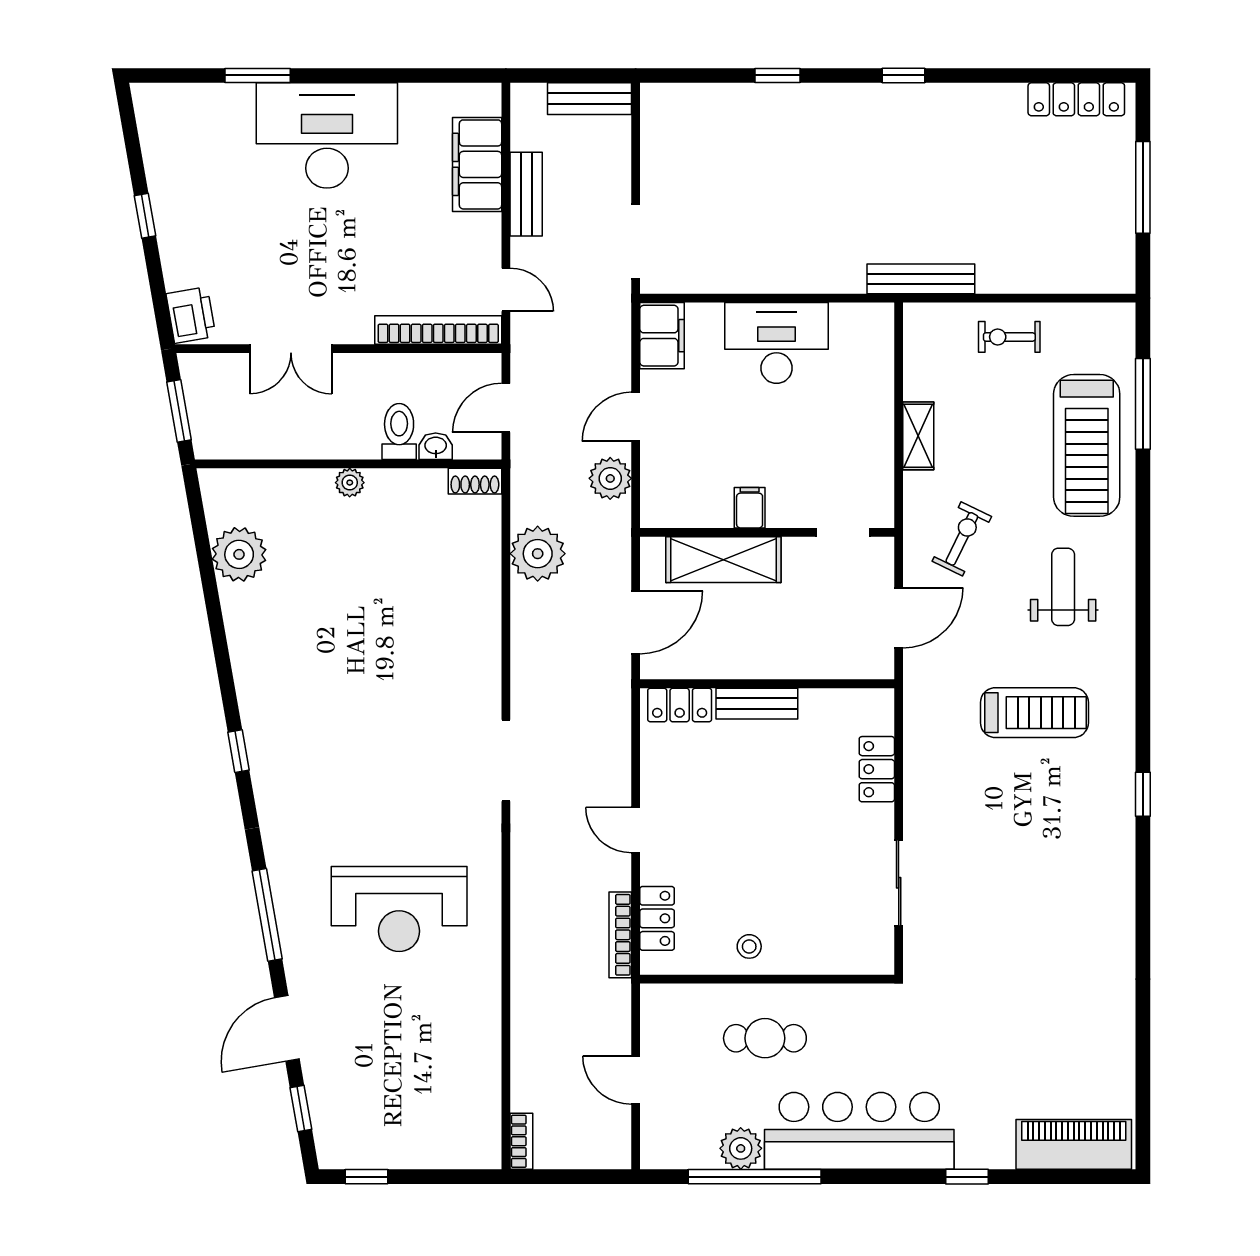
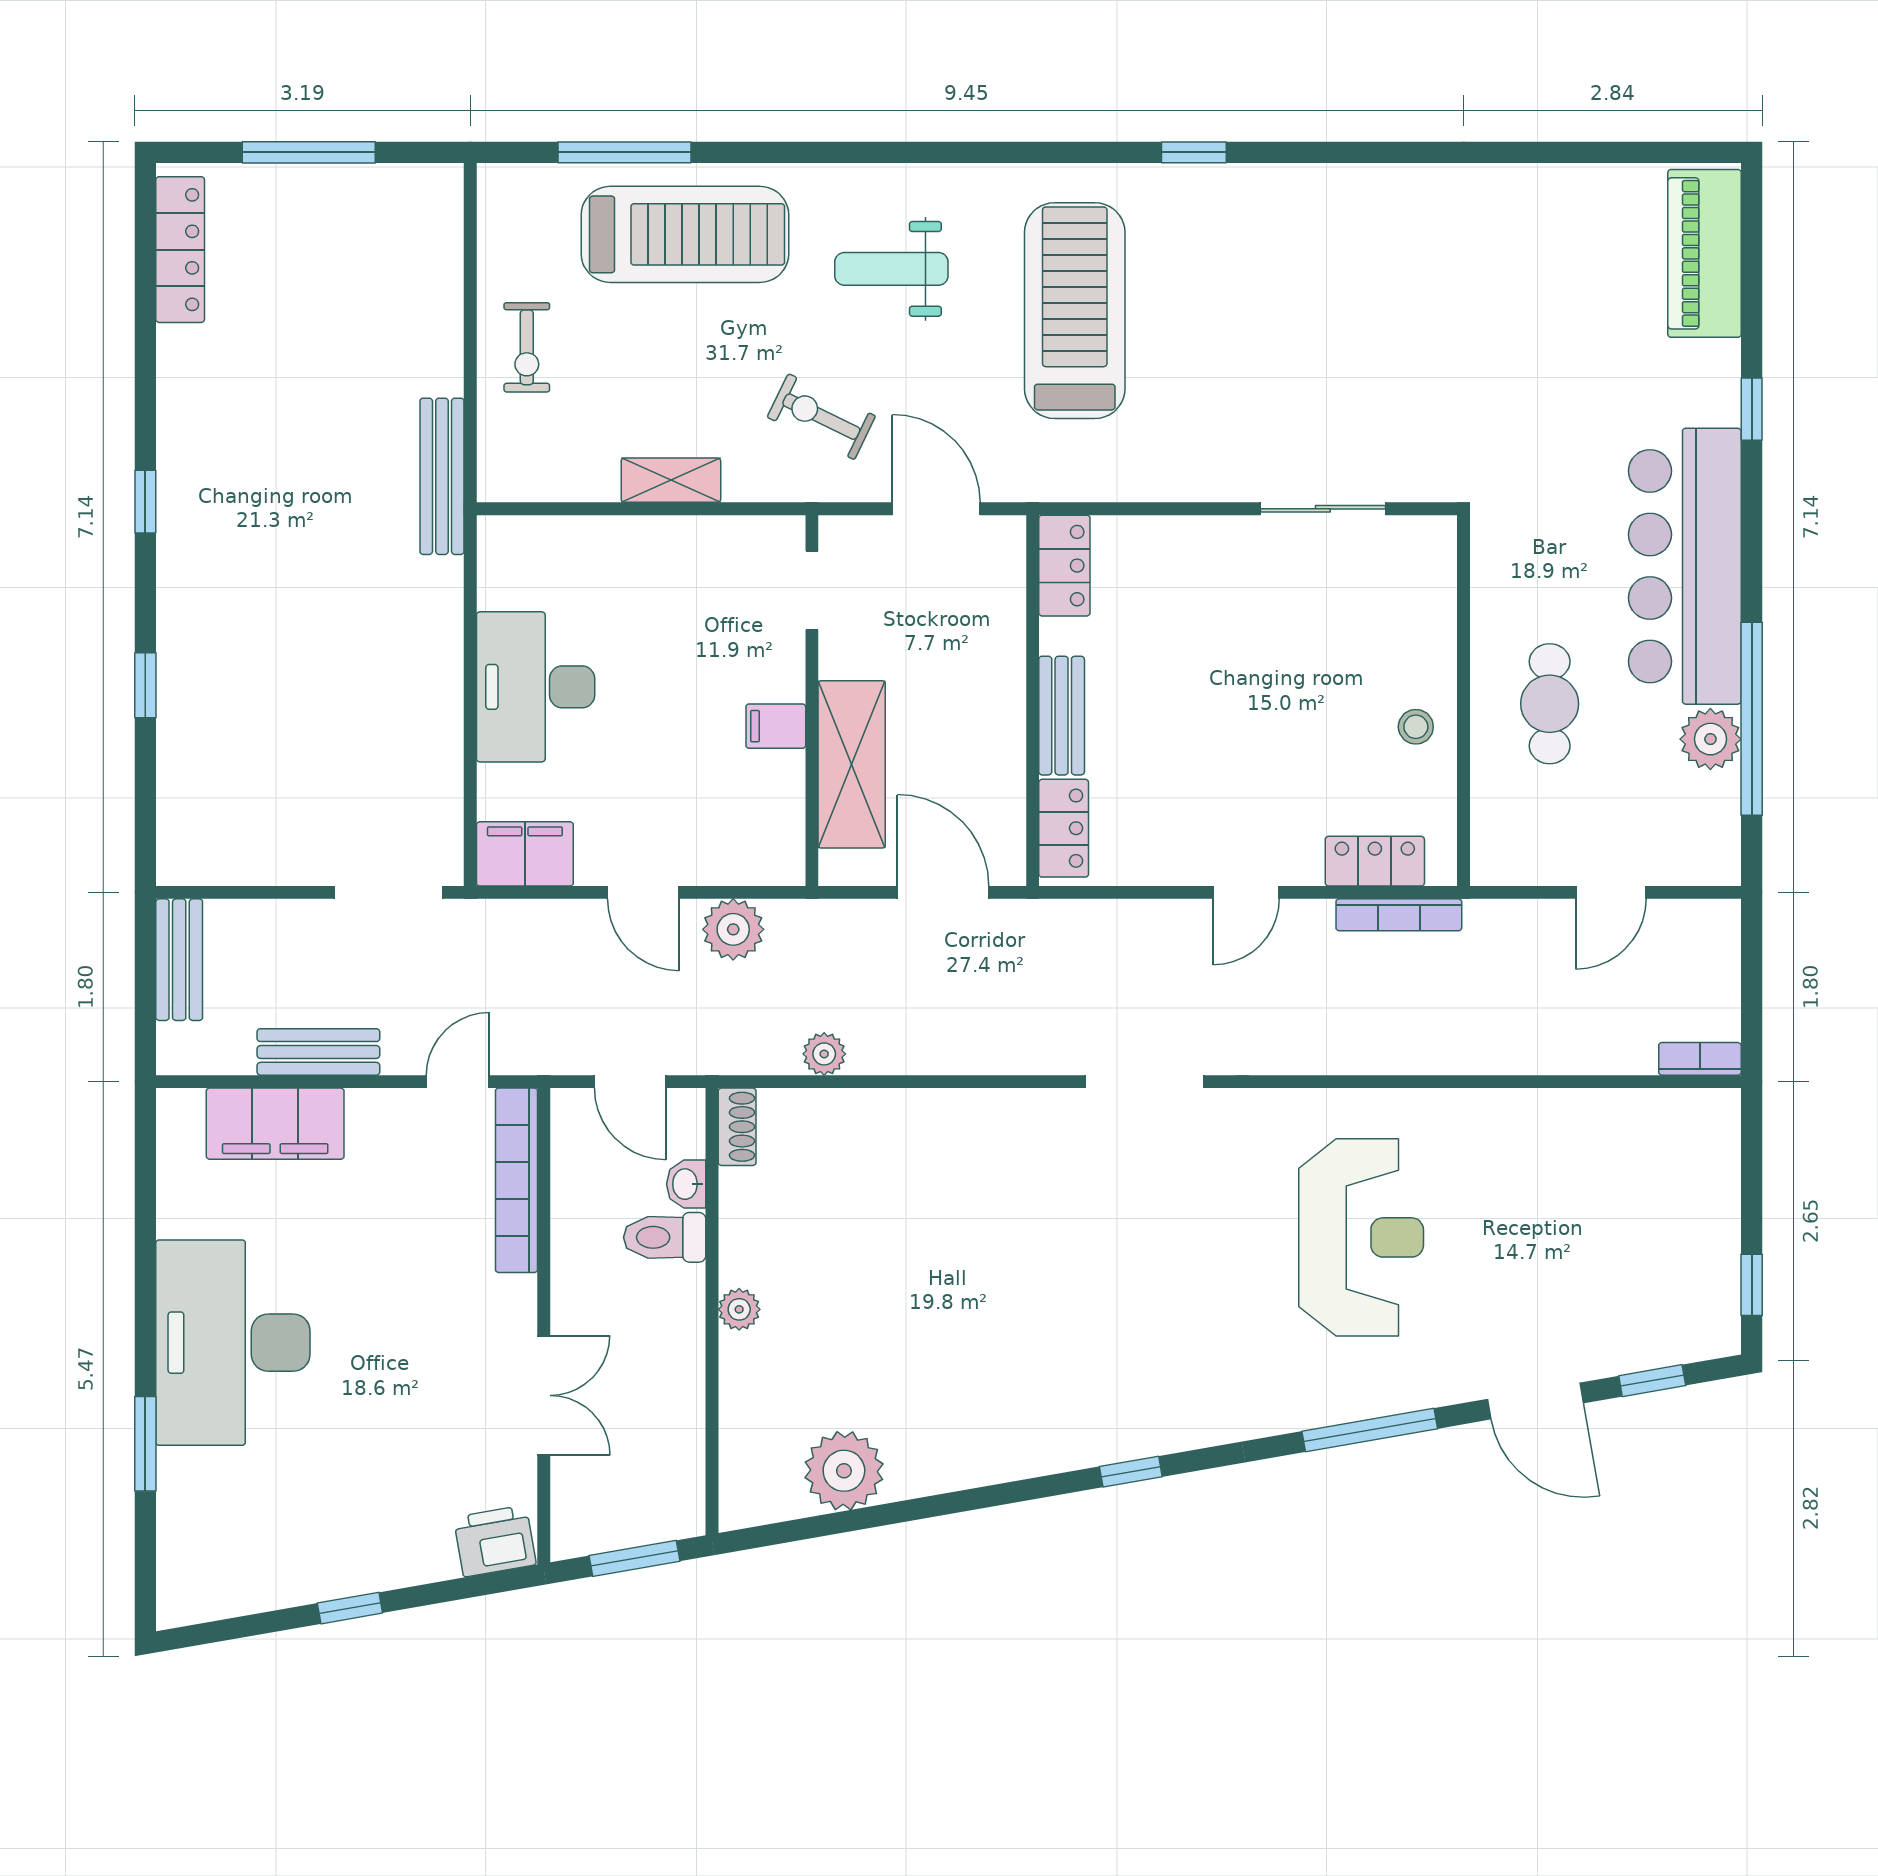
plant: (538, 554) -> (824, 1054), width x0.53, depth x0.53
treadmill: (1034, 713) -> (1075, 311), width x1.37, depth x1.38
locker: (877, 769) -> (1064, 566), moved, turned -90

